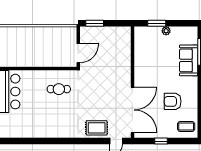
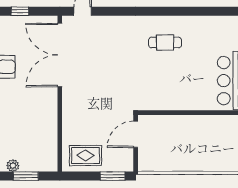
cafe table: (59, 89) -> (165, 42), moved
rug: (97, 128) -> (85, 156), moved

